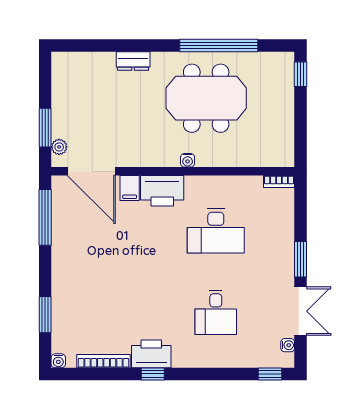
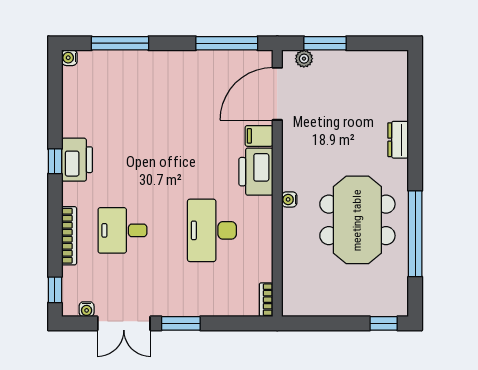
window: (45, 315) -> (120, 43), width x1.44
bookcase: (103, 361) -> (69, 236), moved

